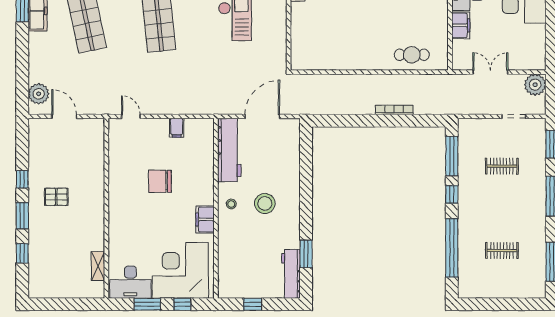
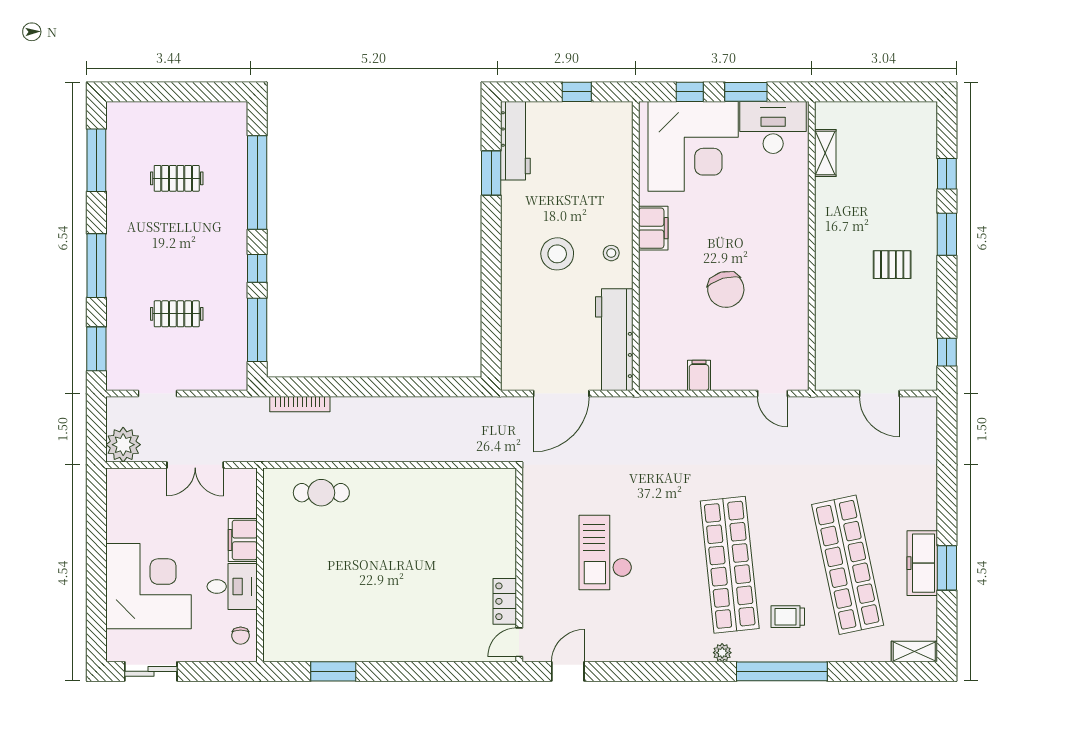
plant: (39, 94) -> (921, 430), removed
bookcase: (394, 110) -> (300, 404), moved
window: (22, 179) -> (947, 352), moved
chair: (160, 181) -> (726, 289), turned 74

